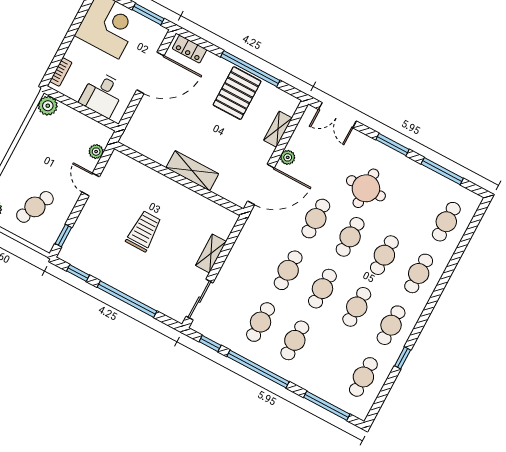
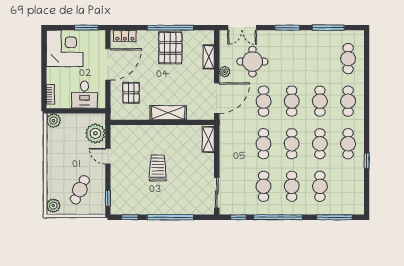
pallet: (160, 122) -> (131, 93), added
plant: (96, 152) -> (95, 133), width x1.88, depth x1.88
round table: (366, 188) -> (252, 62), moved
shelving: (211, 253) -> (208, 139), moved
cafe table: (363, 377) -> (320, 186), moved

